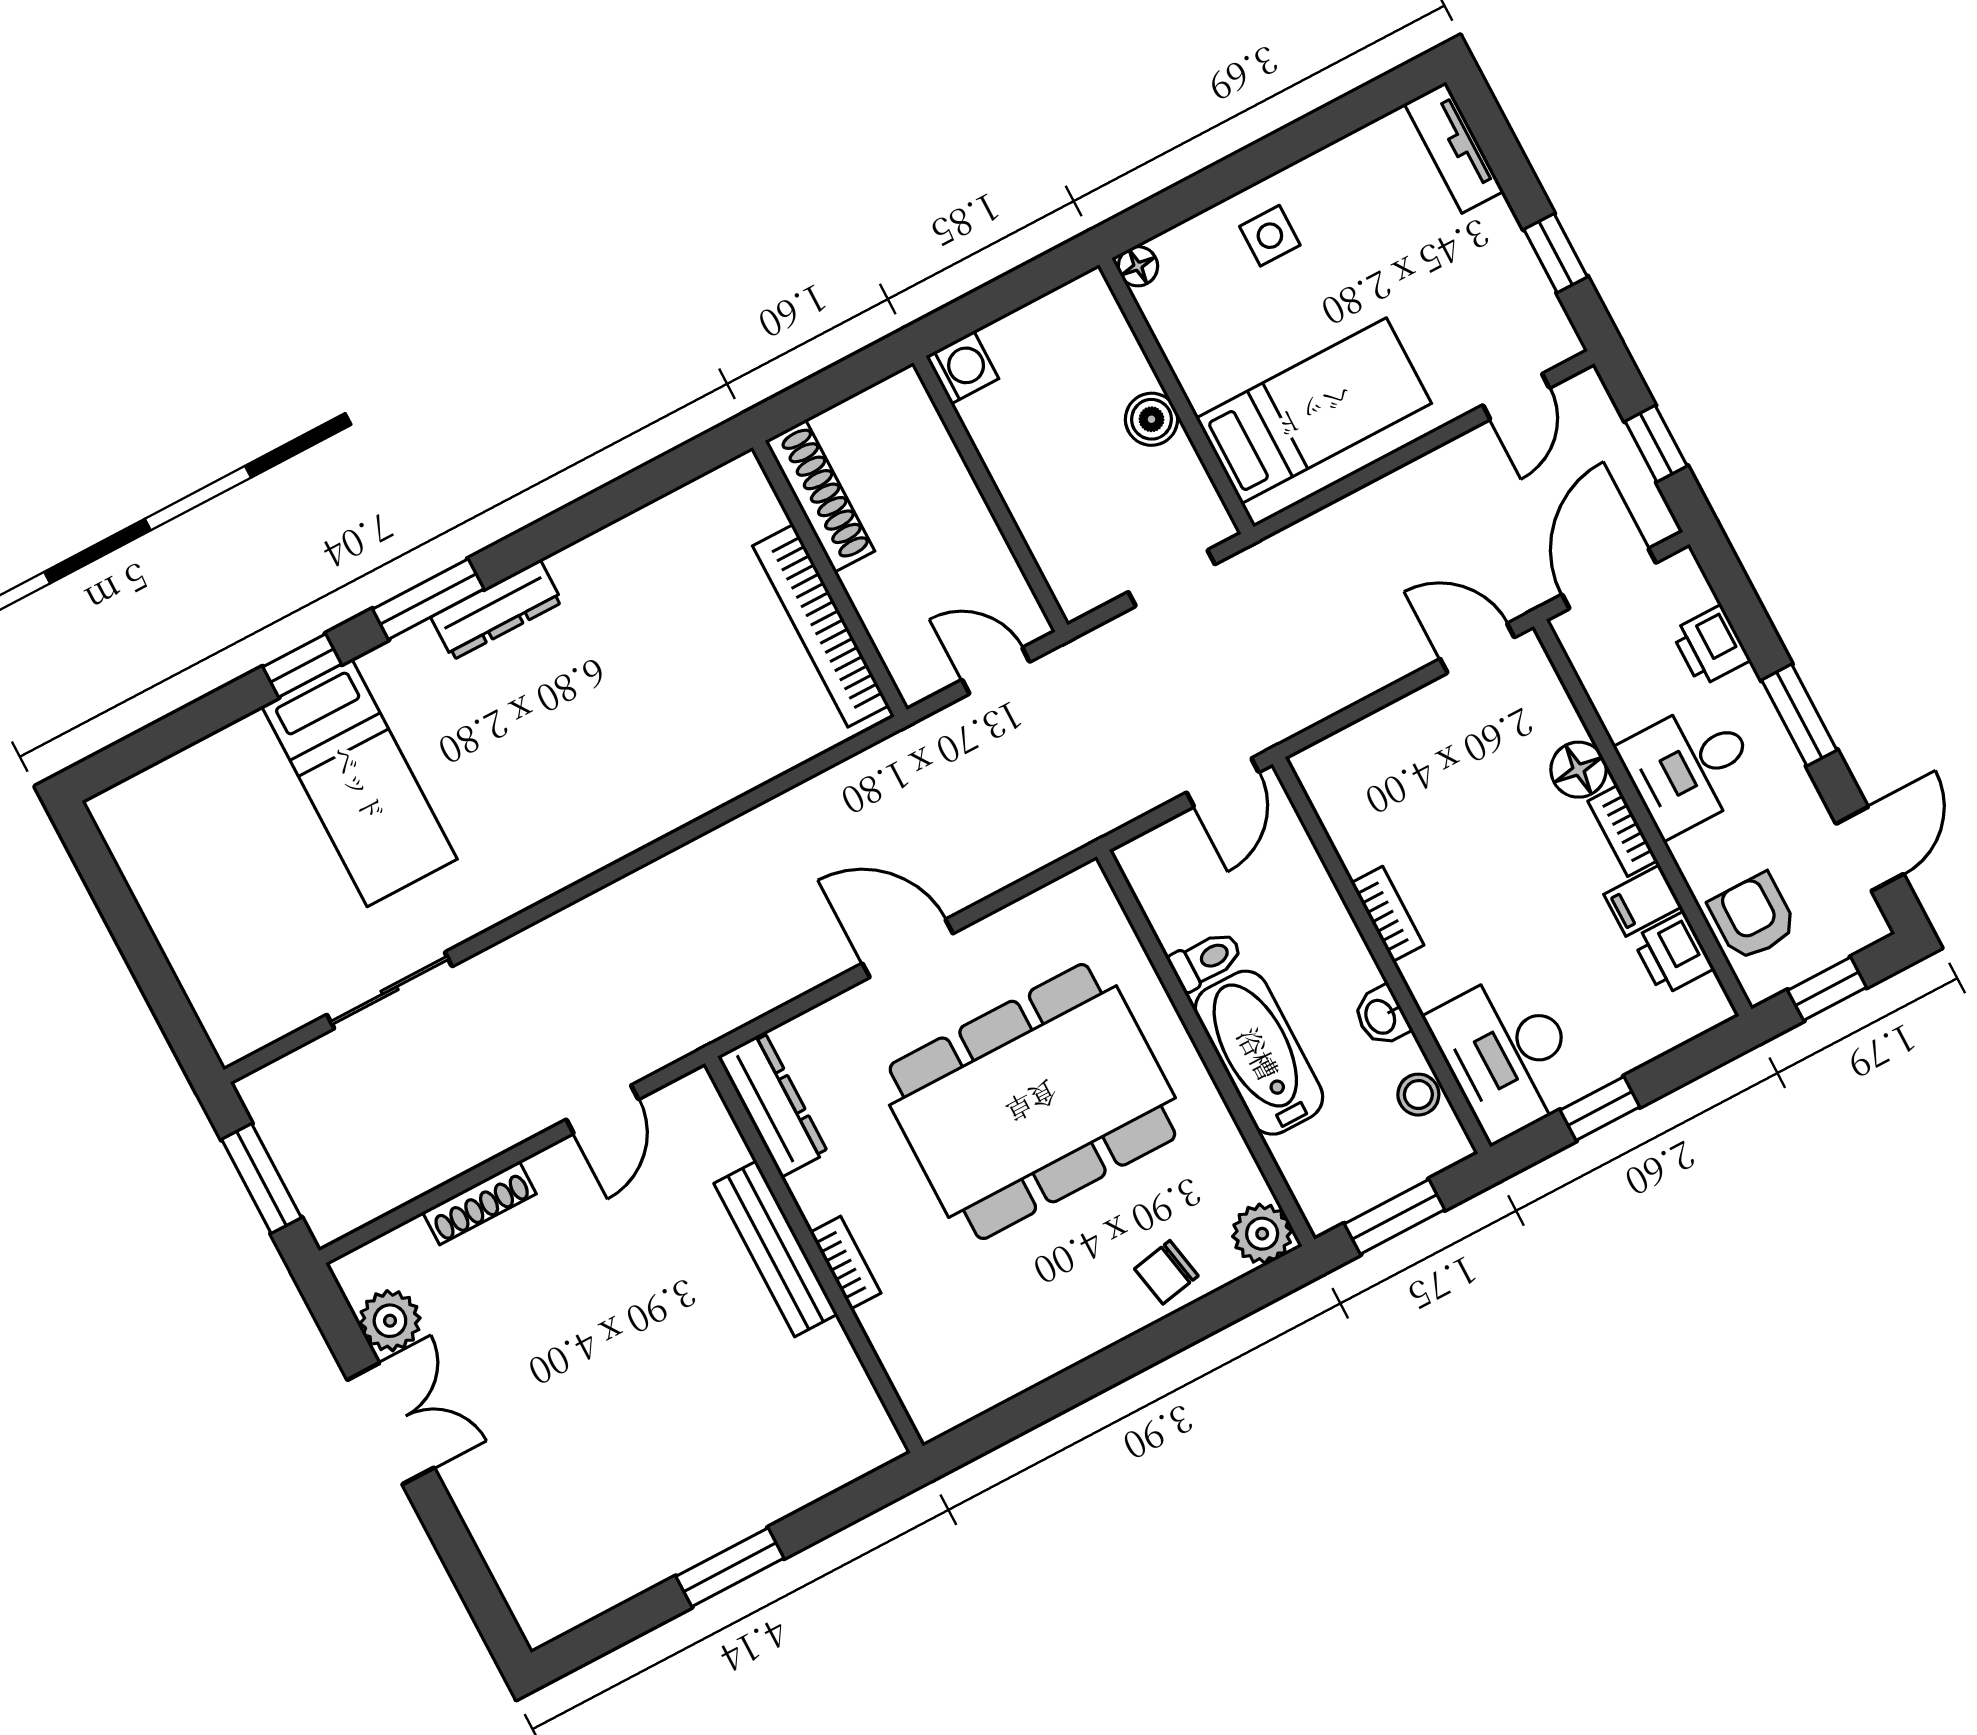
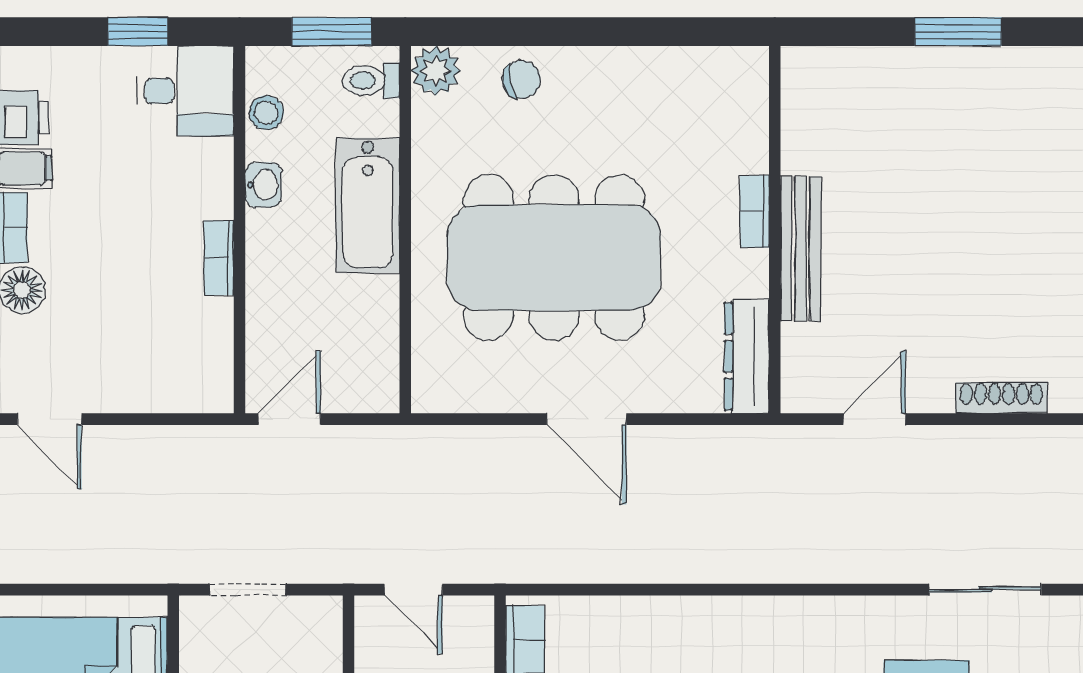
toilet: (1206, 960) -> (371, 80), moved
desk: (1507, 1055) -> (185, 91), width x0.73

